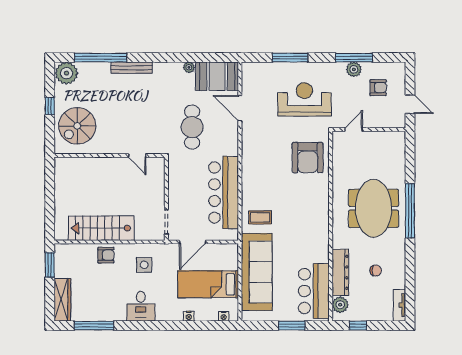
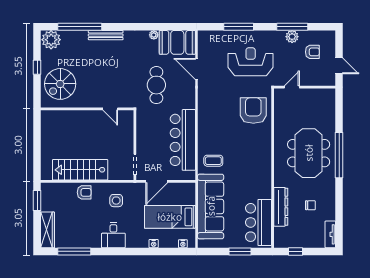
armchair: (308, 158) -> (253, 111), turned 180
plant: (340, 305) -> (281, 234), removed

